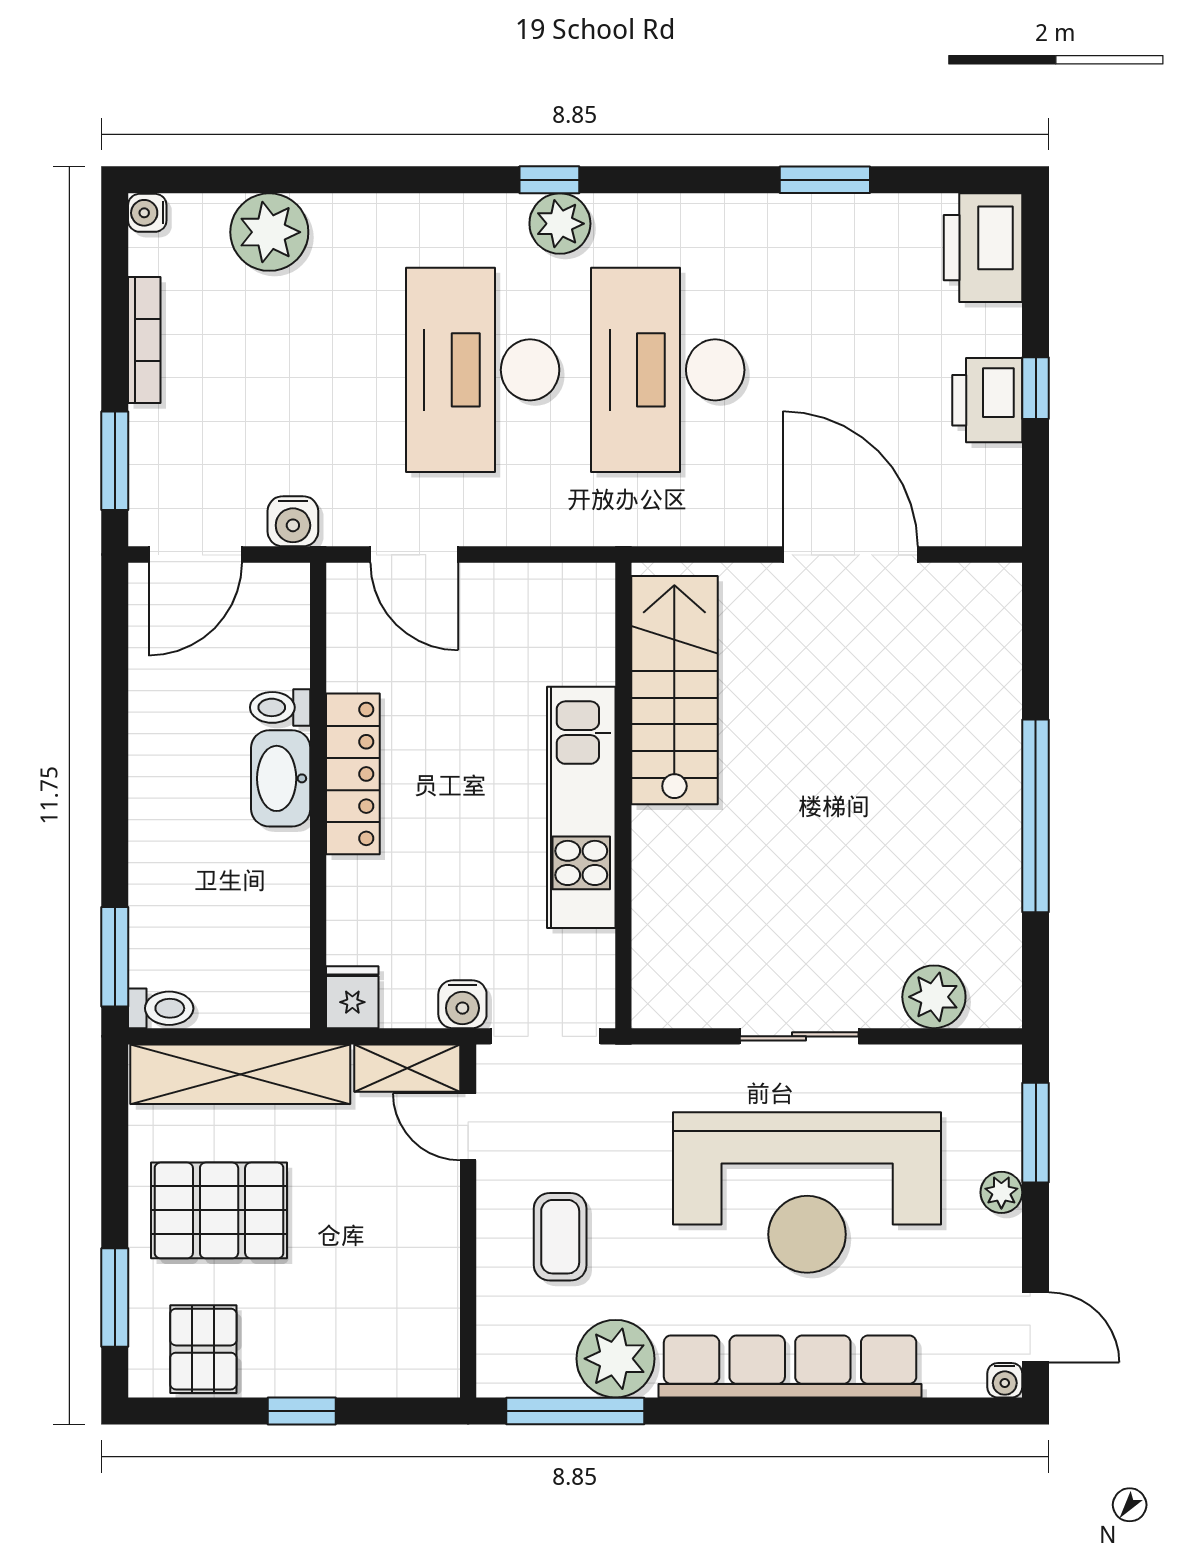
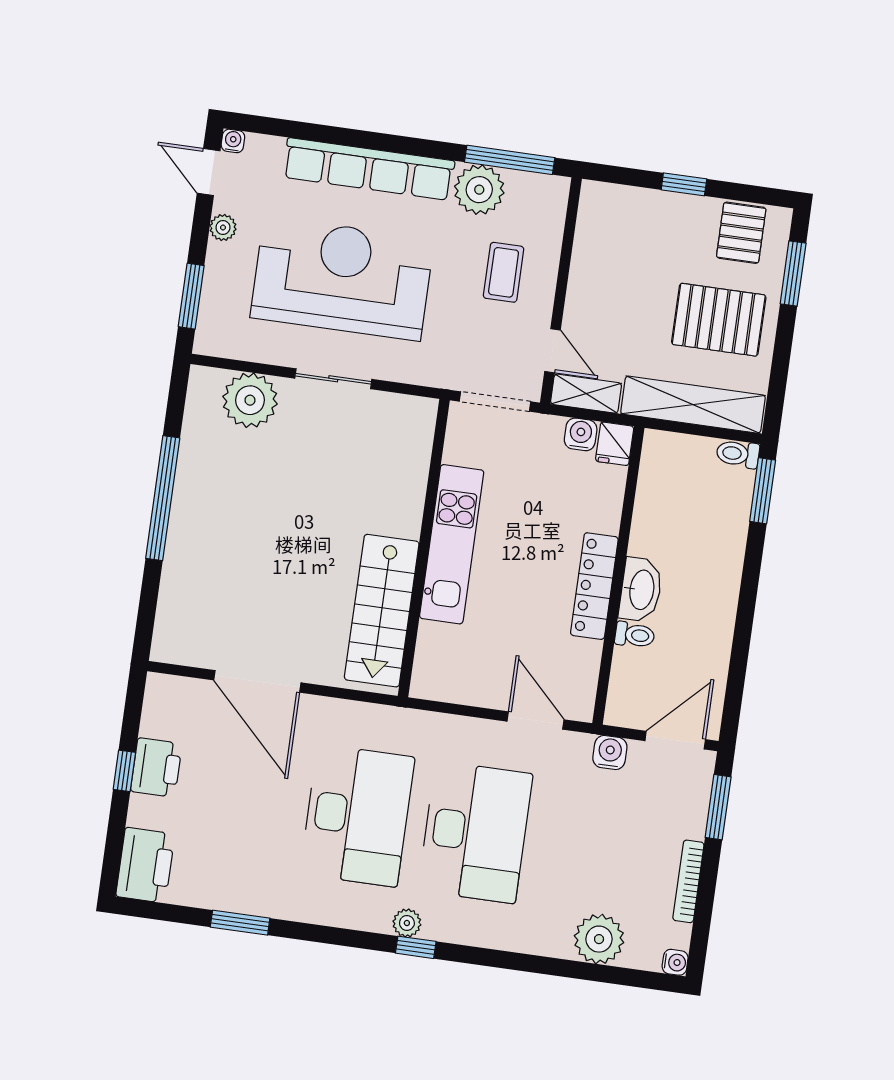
plant: (560, 224) -> (407, 923), width x0.73, depth x0.73
plant: (934, 997) -> (250, 400), width x1.36, depth x1.36
water cooler: (462, 1004) -> (581, 434), moved
plant: (1001, 1192) -> (223, 228), moved

